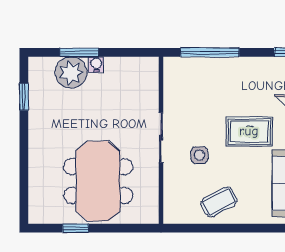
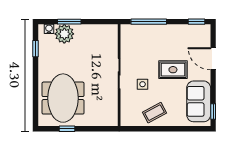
water cooler: (96, 64) -> (49, 29), moved
meeting table: (98, 181) -> (63, 98), moved

